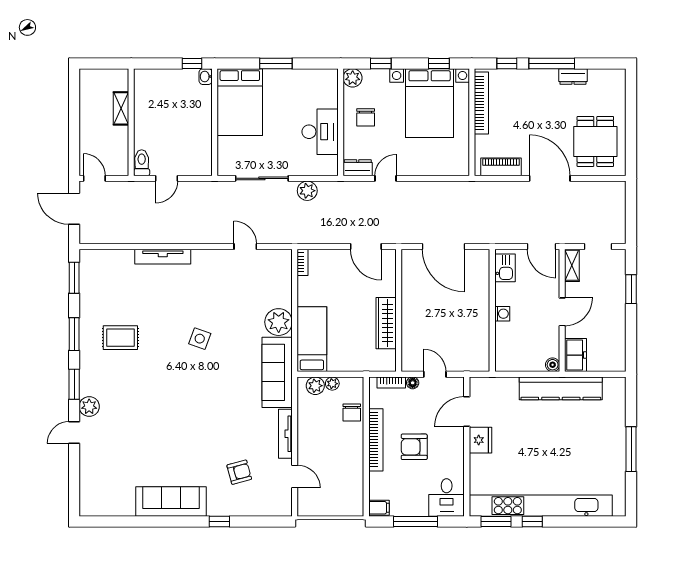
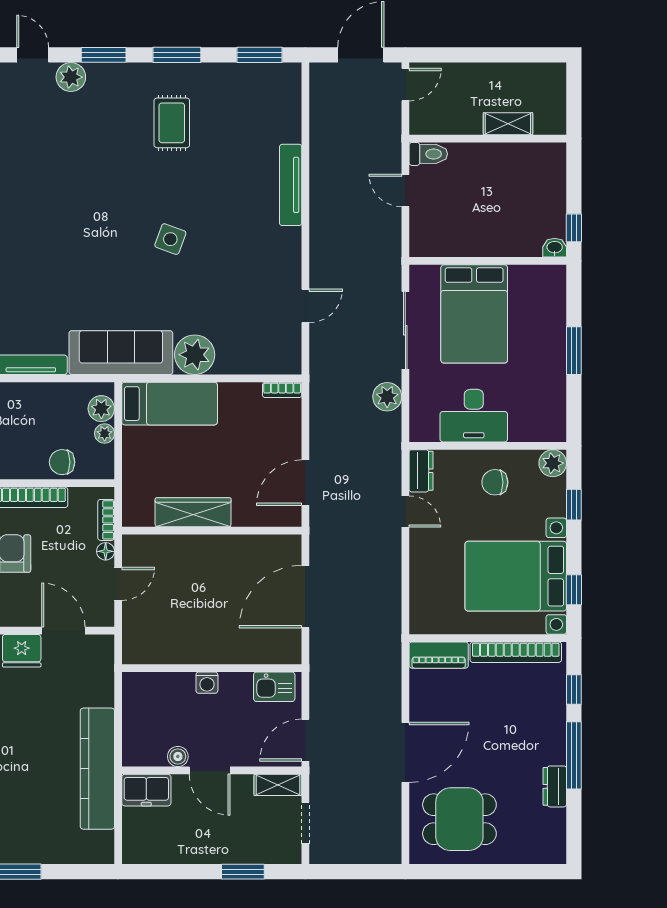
bed: (240, 102) -> (474, 314), moved, turned -90
piano: (501, 167) -> (439, 655), moved, turned 90
boiler: (553, 365) -> (178, 756), moved

